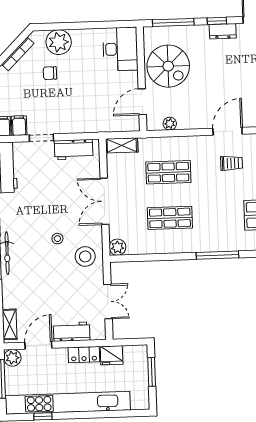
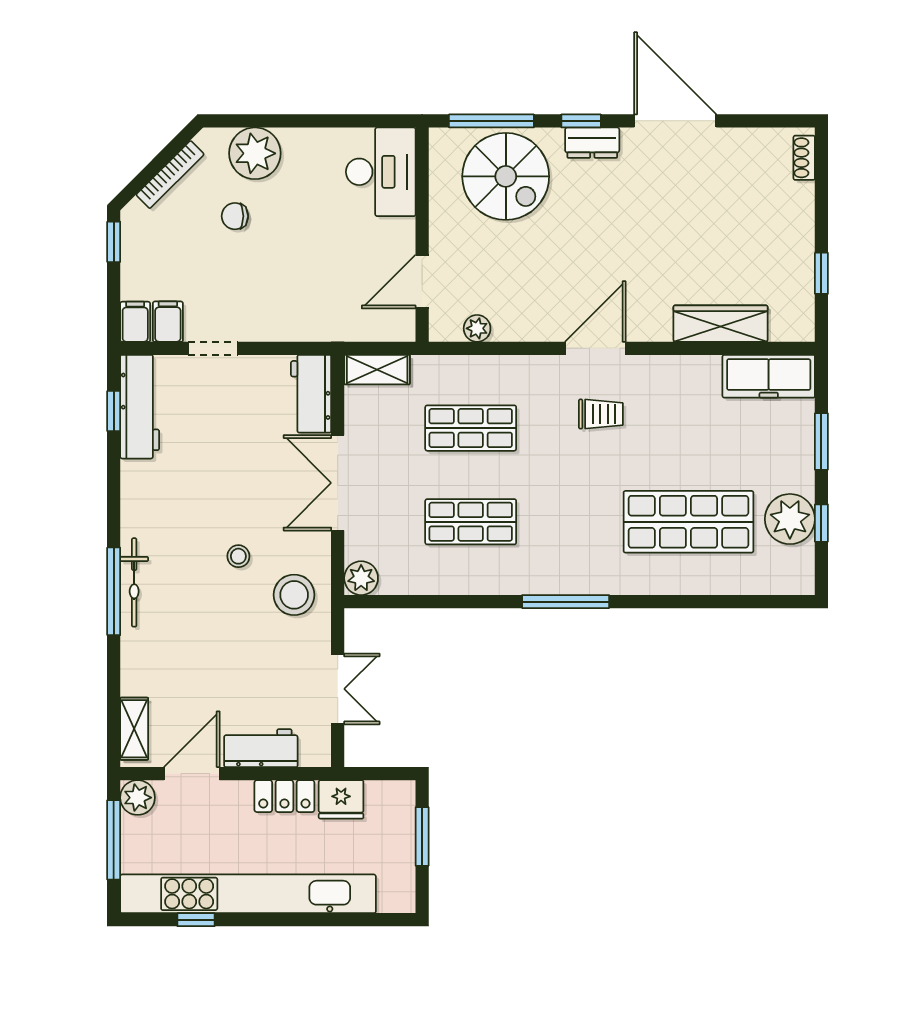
spiral stairs: (168, 66) -> (506, 176), moved
workbench: (74, 150) -> (311, 394), moved, turned 90

